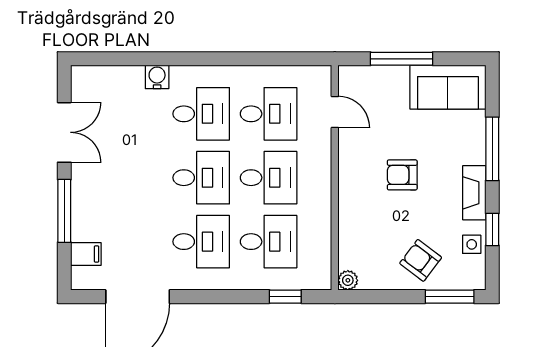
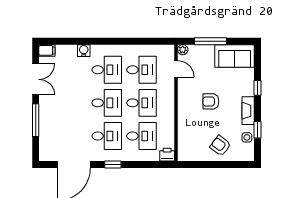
window: (492, 149) -> (258, 88), width x0.46
filing cabinet: (86, 254) -> (47, 50), moved
printer: (318, 278) -> (167, 155), added
plant: (348, 280) -> (183, 50), moved
window: (285, 297) -> (113, 165), moved
window: (450, 297) -> (235, 165), removed

